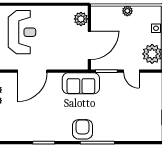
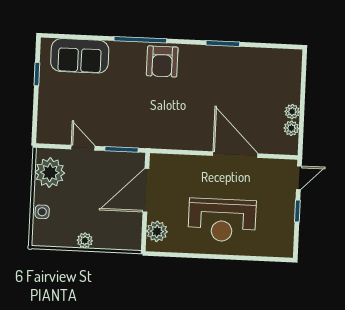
reception desk: (22, 32) -> (222, 220), moved, turned -90
door: (32, 71) -> (235, 155), hinge flipped
sofa: (81, 83) -> (80, 56), moved, turned 180

